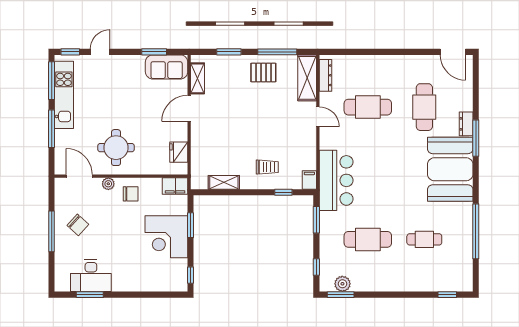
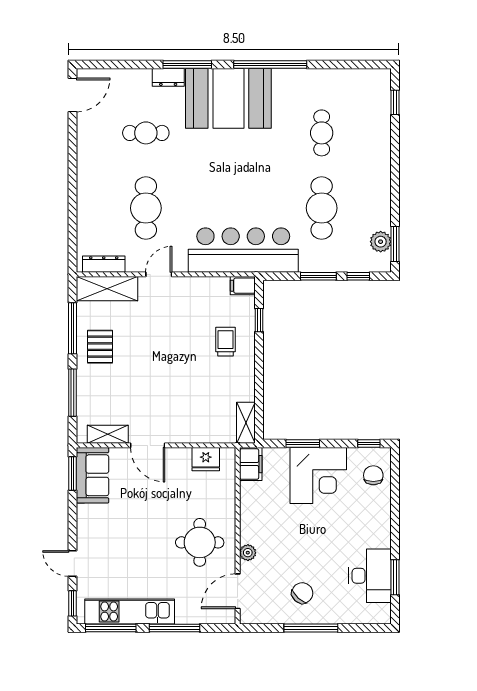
window: (154, 52) -> (72, 473), moved
window: (229, 52) -> (72, 393), width x1.44
cafe table: (424, 107) -> (146, 133), width x0.73, depth x0.74
bar counter: (336, 180) -> (243, 250), width x1.36
shelving: (224, 182) -> (246, 423), moved
chair: (131, 194) -> (373, 475), moved
window: (316, 220) -> (318, 276), moved
window: (476, 231) -> (270, 65), moved

